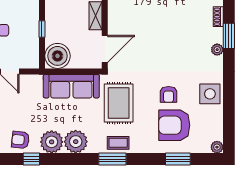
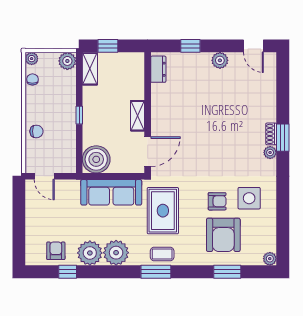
shoe rack: (218, 17) -> (271, 134), moved
window: (42, 29) -> (79, 115), moved
armchair: (169, 94) -> (217, 201), turned -90
side table: (210, 94) -> (249, 198), moved
armchair: (174, 125) -> (223, 235), turned -90
armchair: (20, 140) -> (56, 251), turned 84

